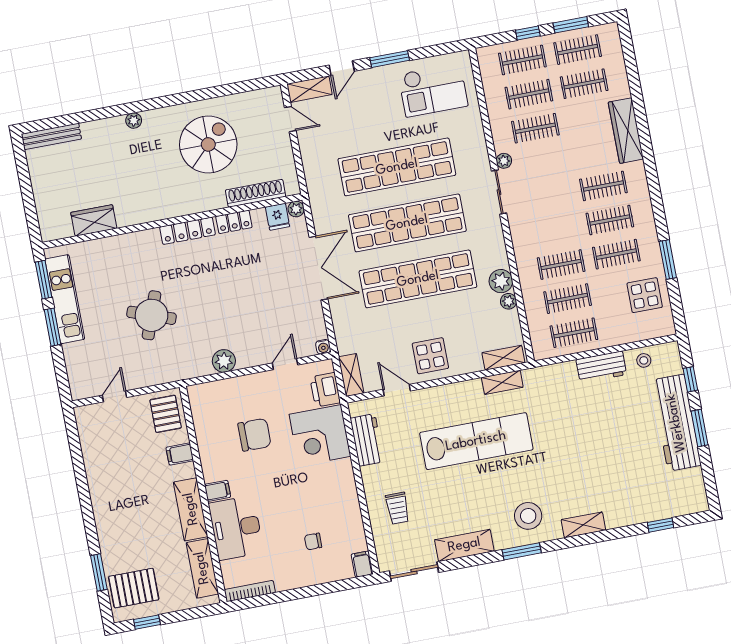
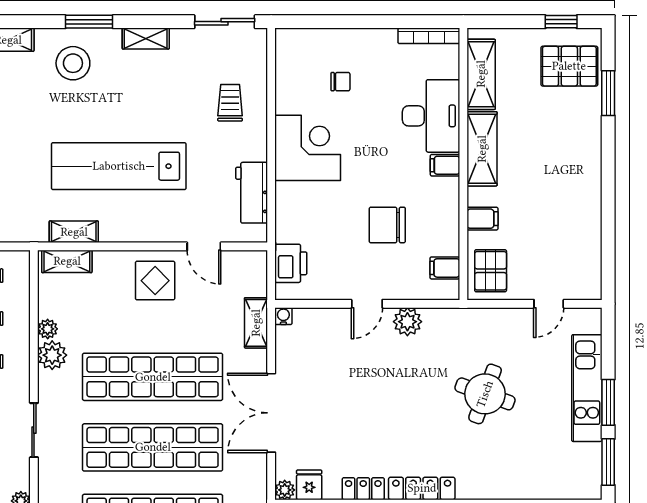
sliding door: (499, 192) -> (34, 430), moved
kitchen unit: (65, 299) -> (587, 388), moved
door: (285, 364) -> (367, 304), moved
shelving: (351, 375) -> (256, 323), moved
corner desk: (320, 435) -> (308, 148), moved
shelving: (464, 545) -> (146, 38), width x0.67, depth x0.75
filing cabinet: (362, 564) -> (445, 268), moved, turned 90

